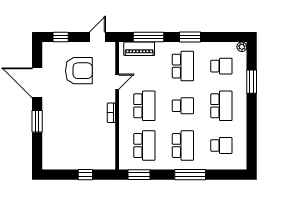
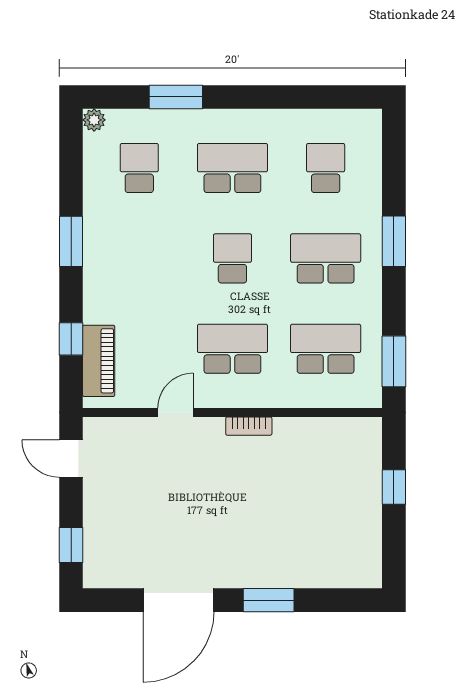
window: (148, 37) -> (71, 339), width x0.46
school desk: (183, 66) -> (139, 258), removed
armchair: (79, 71) -> (150, 502), removed
door: (117, 82) -> (176, 413), hinge flipped
window: (190, 175) -> (394, 241), width x0.69

